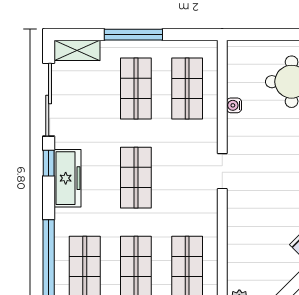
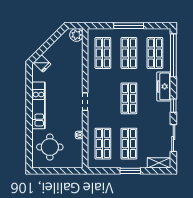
window: (133, 35) -> (130, 171), width x0.69
sliding door: (49, 100) -> (173, 138), width x0.73
freezer: (67, 178) -> (164, 86), moved

